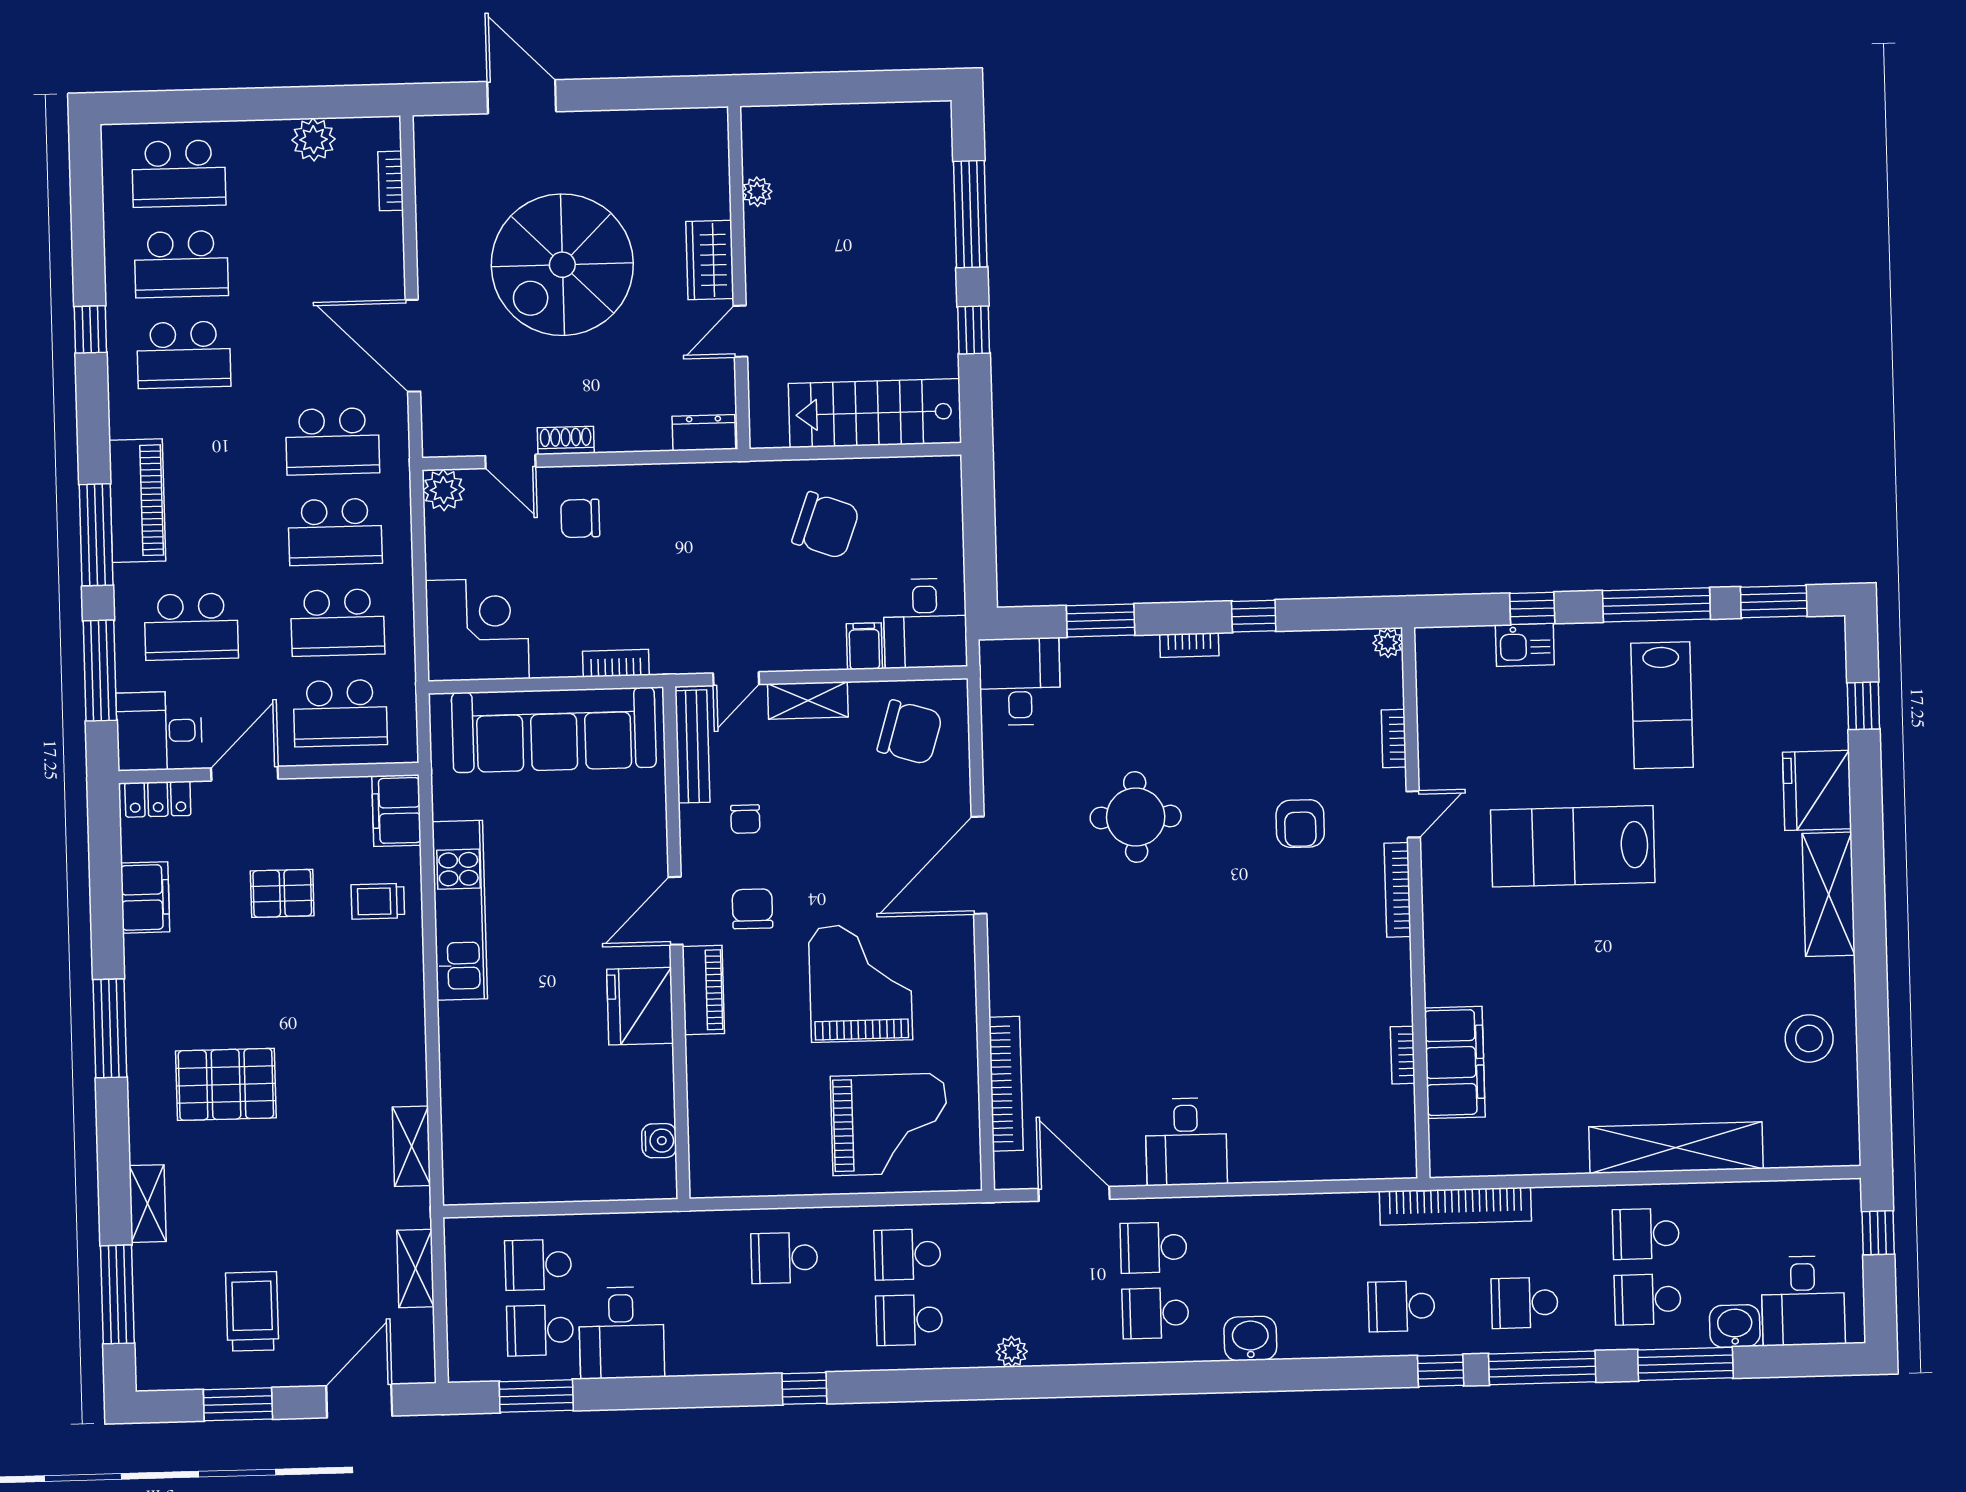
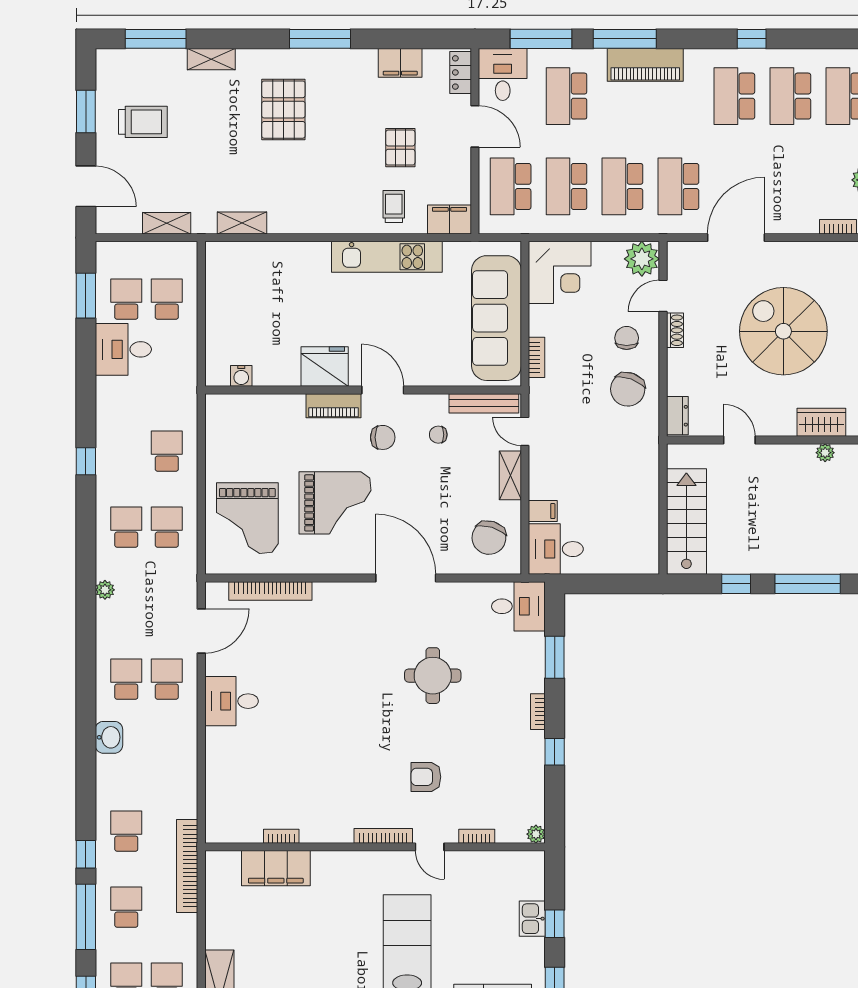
wardrobe: (710, 260) -> (821, 422), moved
plant: (444, 490) -> (642, 259), width x1.36, depth x1.36
chair: (826, 525) -> (628, 389), moved

